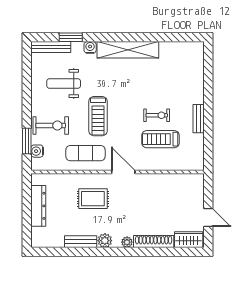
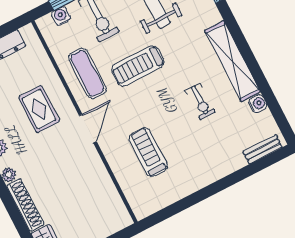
water cooler: (90, 47) -> (258, 104), moved
exercise bike: (157, 115) -> (200, 101), moved
bench: (199, 119) -> (263, 149), moved

